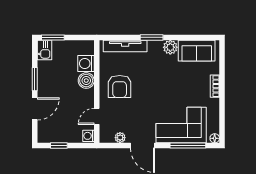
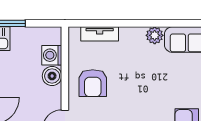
window: (152, 37) -> (132, 23), removed
tv unit: (125, 46) -> (100, 34), width x0.71

